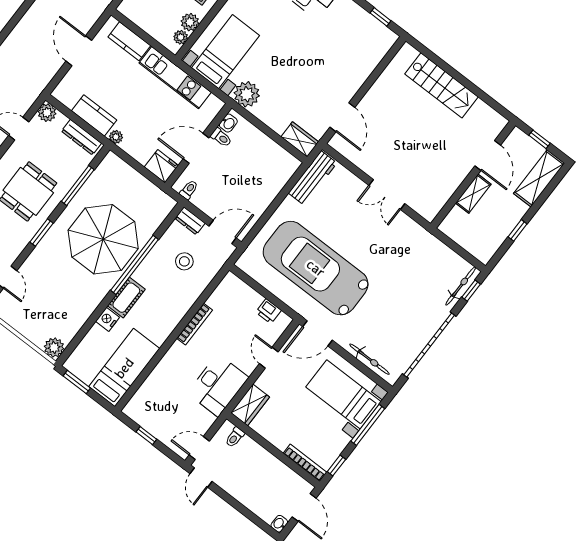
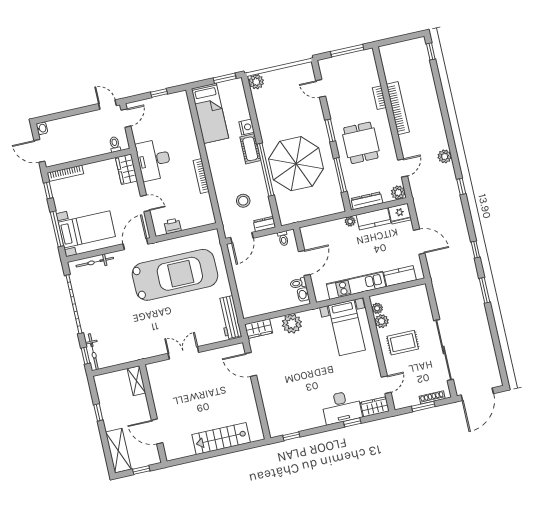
plant: (247, 94) -> (292, 324), moved
fridge: (161, 166) -> (400, 214), moved
shelving: (473, 194) -> (136, 381), moved

